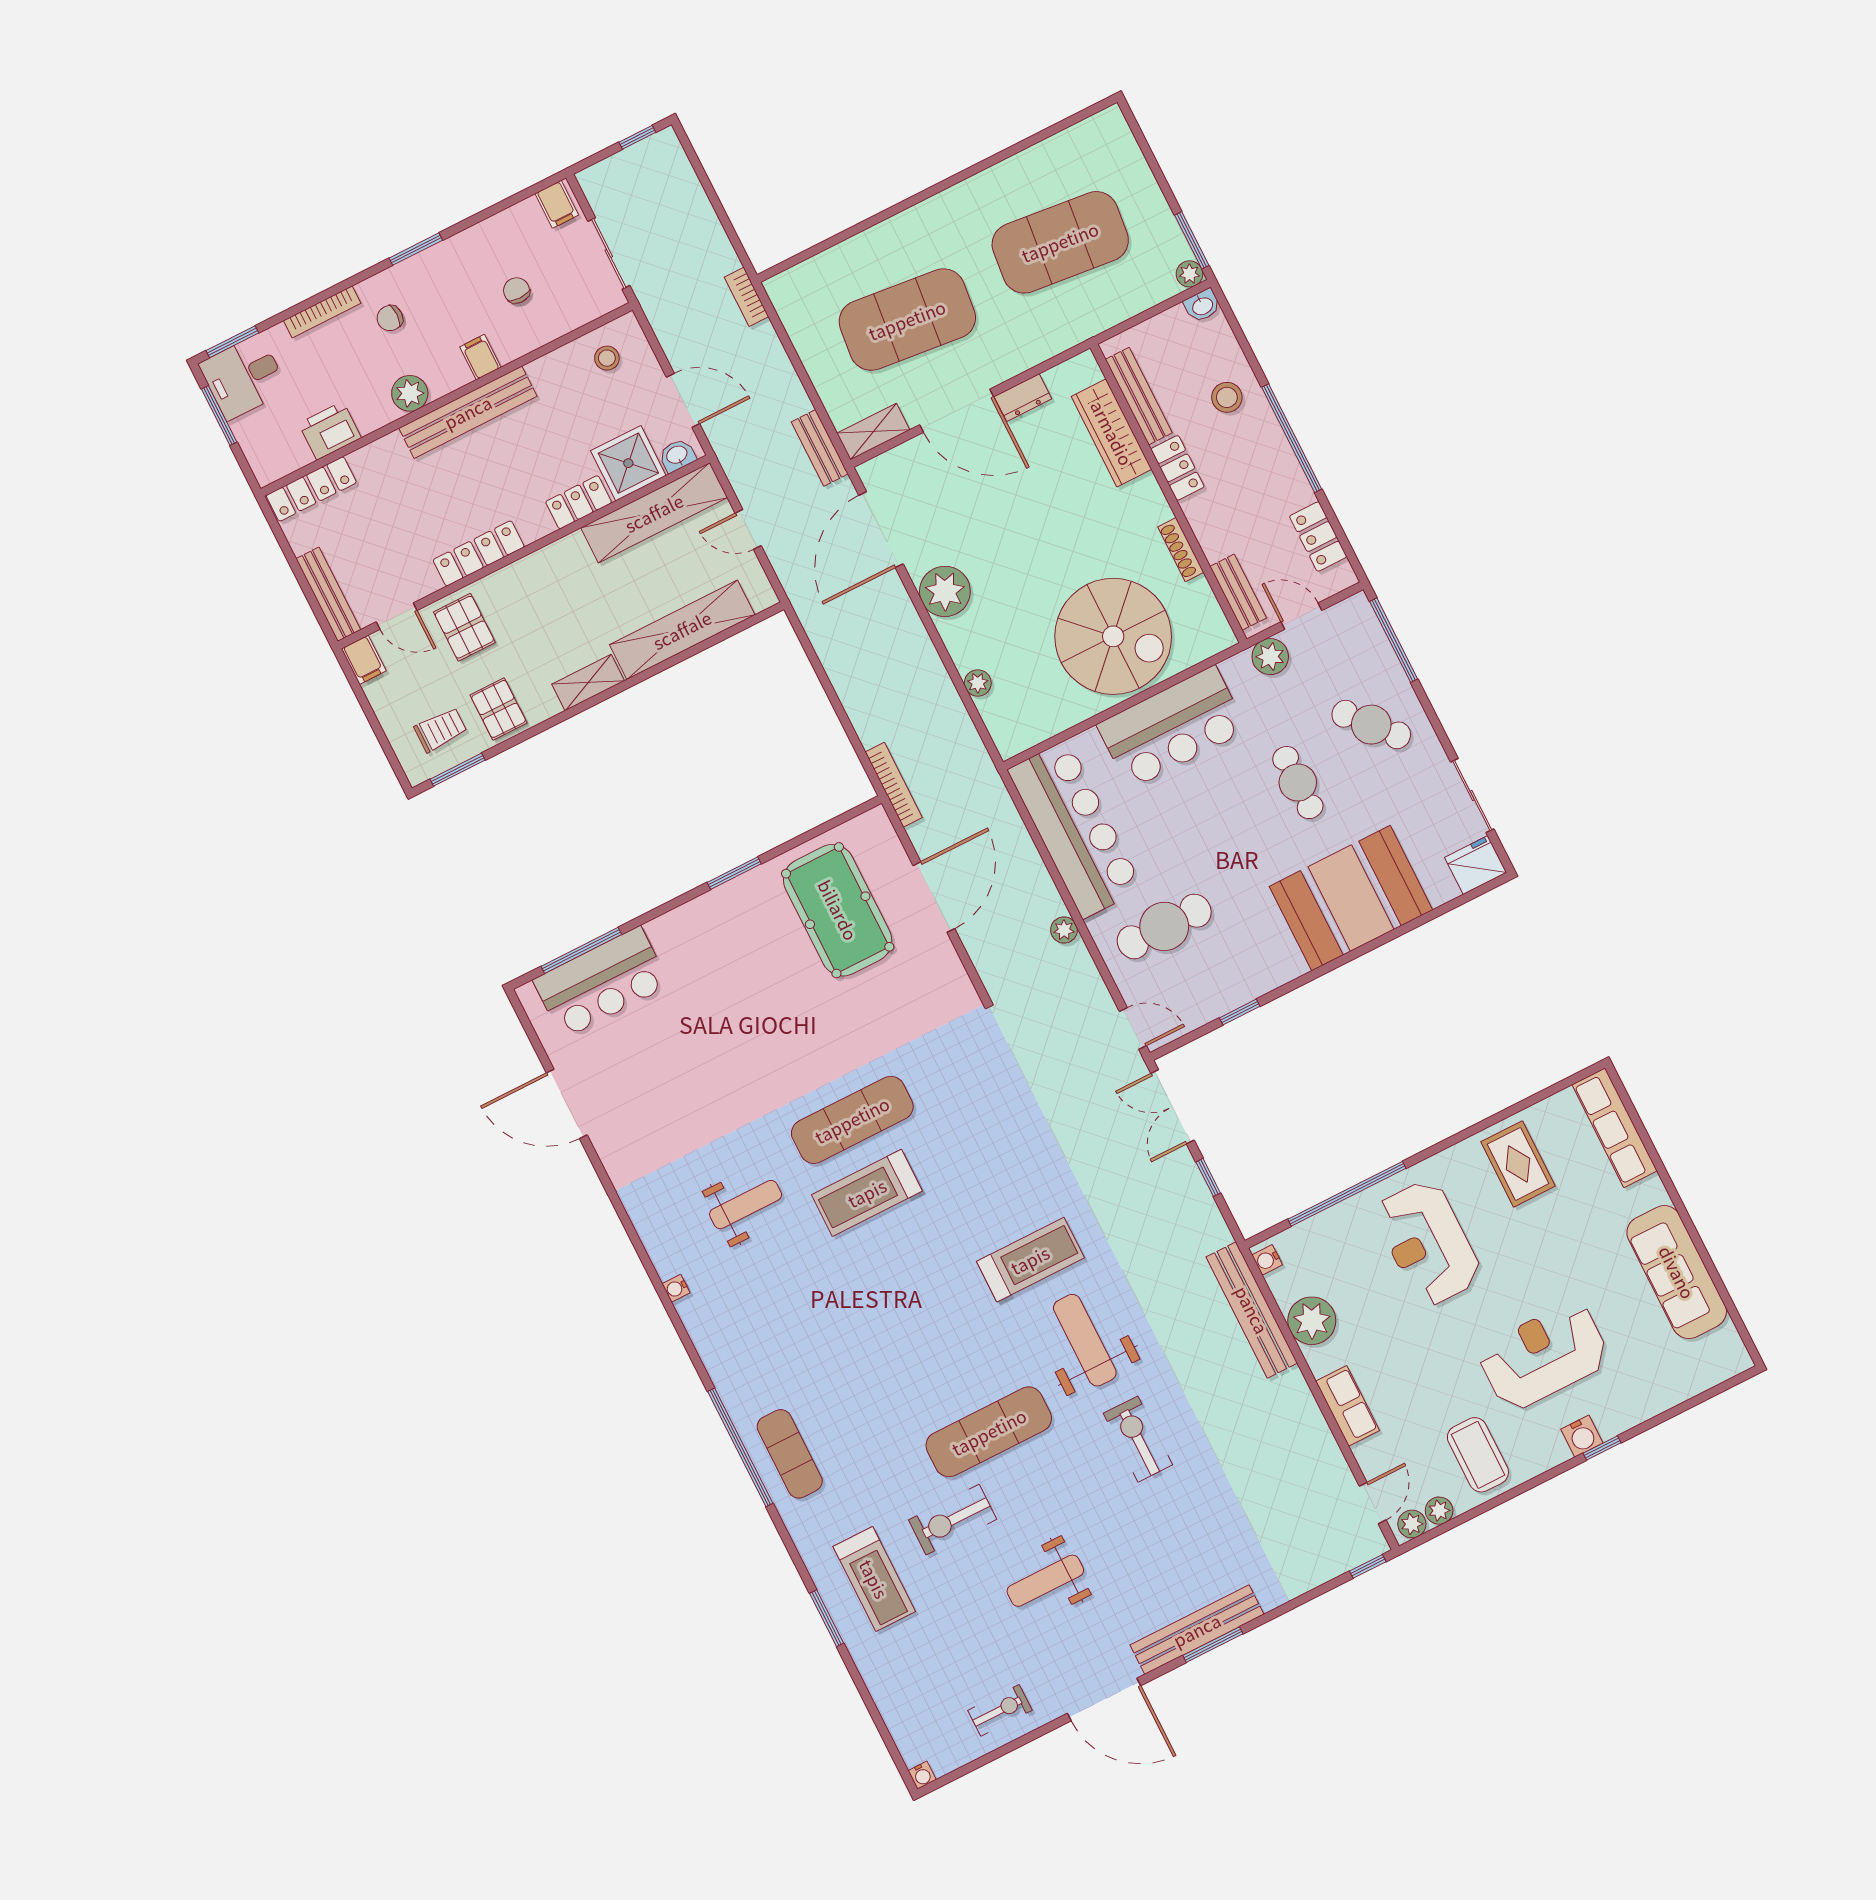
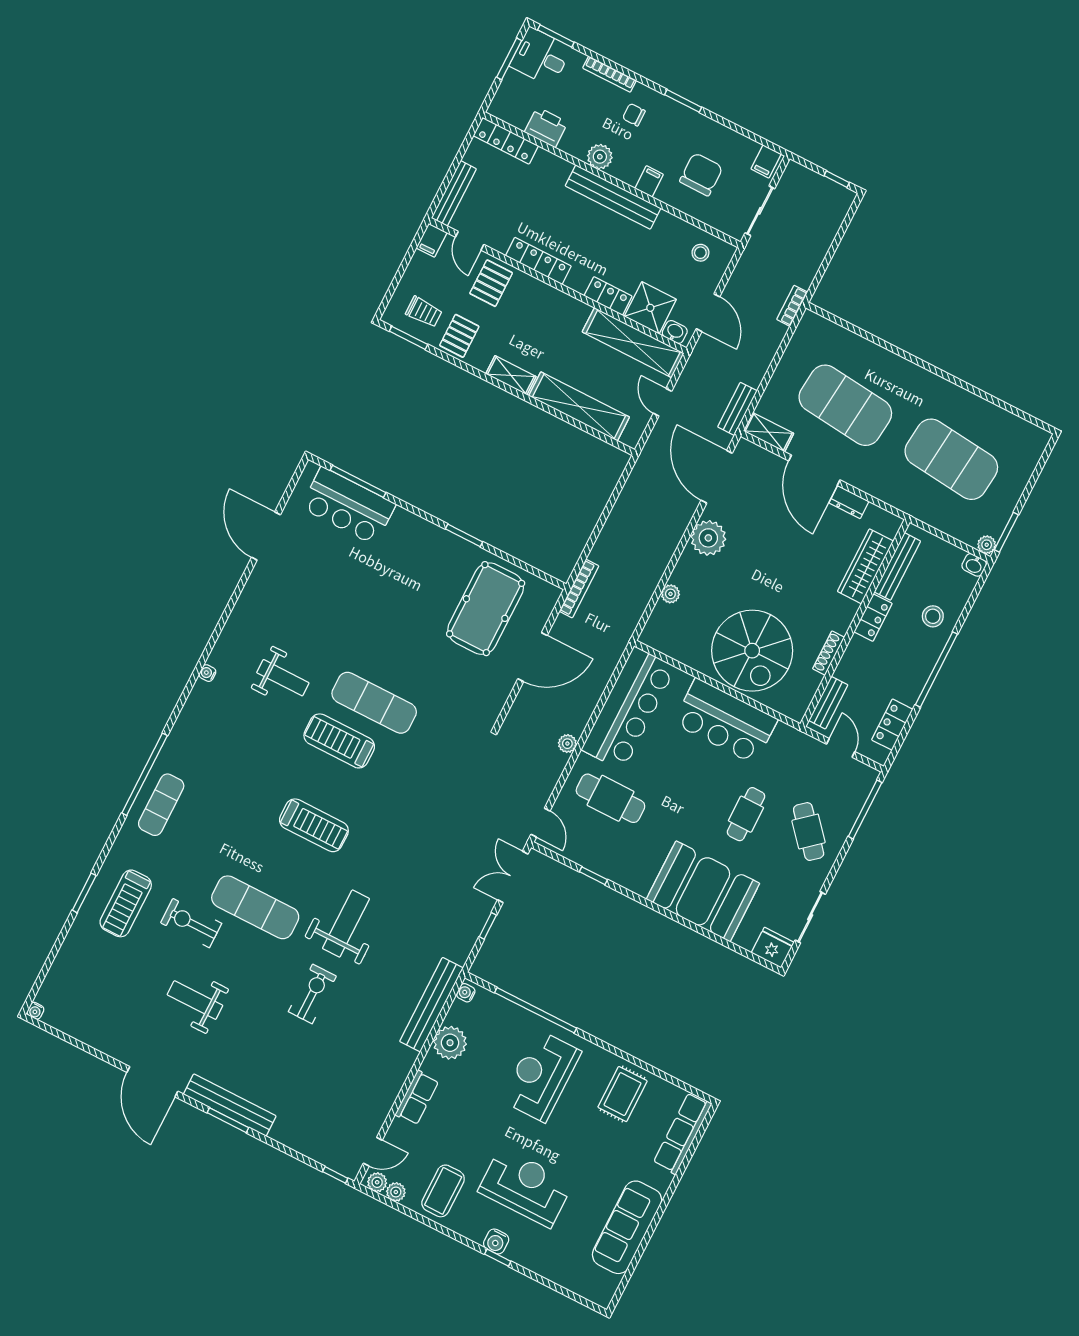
chair: (516, 291) -> (701, 174), width x1.87, depth x1.87
door: (881, 530) -> (717, 477), hinge flipped
plant: (1270, 657) -> (805, 747), removed
treadmill: (1030, 1260) -> (314, 825), moved
exercise bike: (1000, 1710) -> (104, 1028), removed

